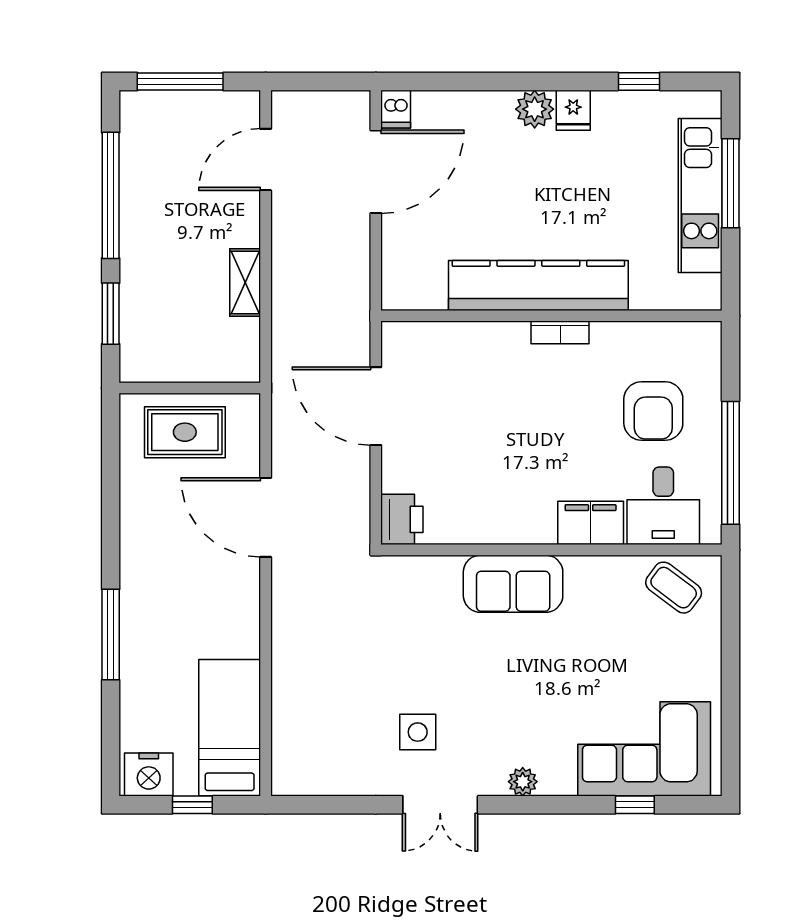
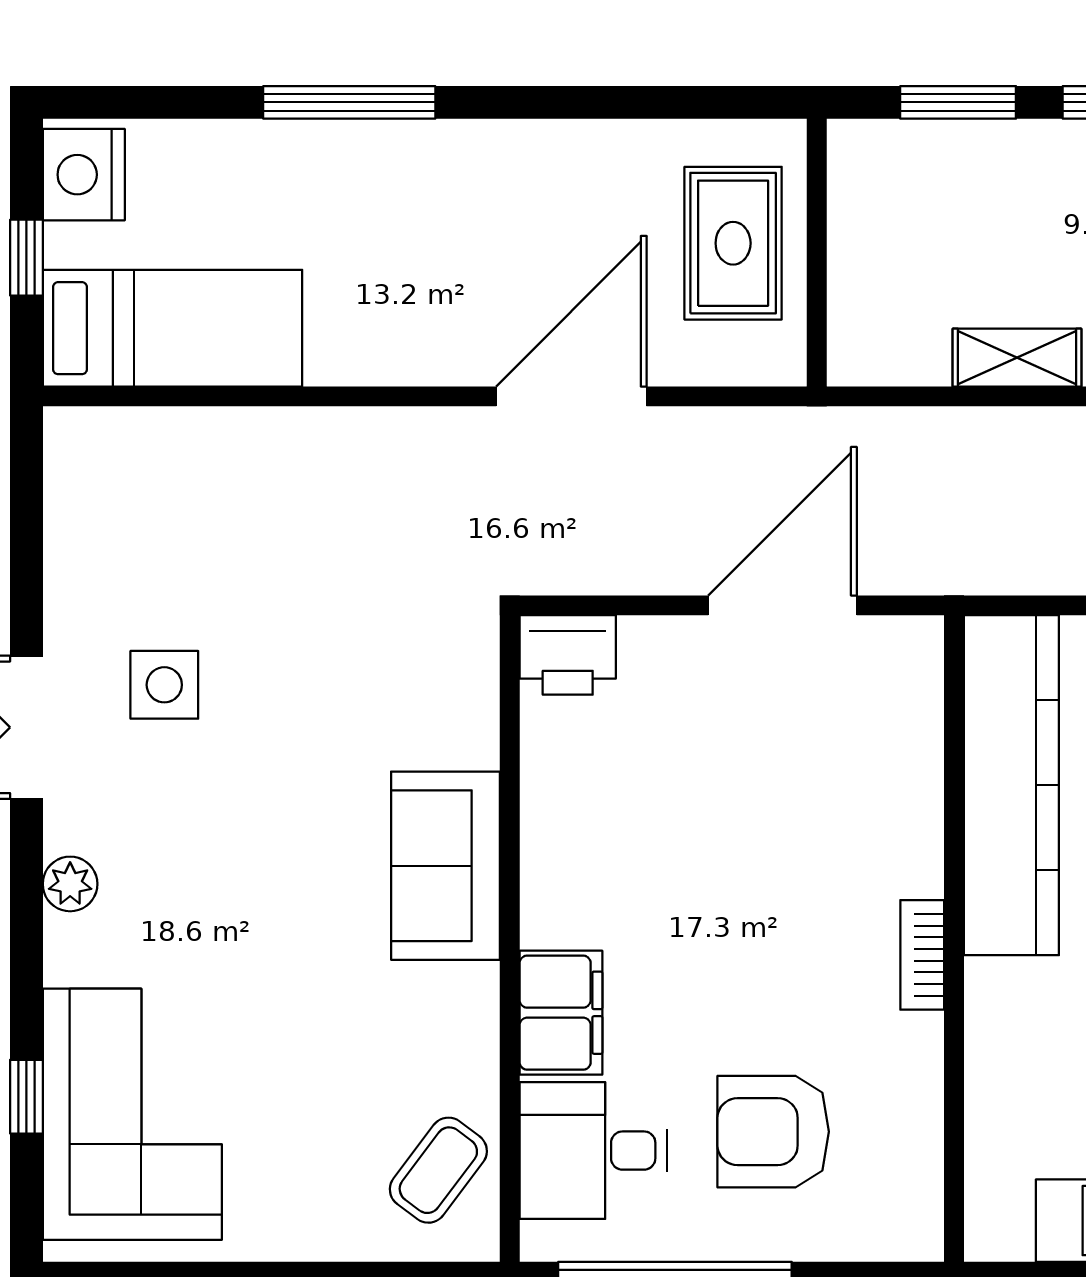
kitchen counter: (538, 285) -> (1011, 785), moved

